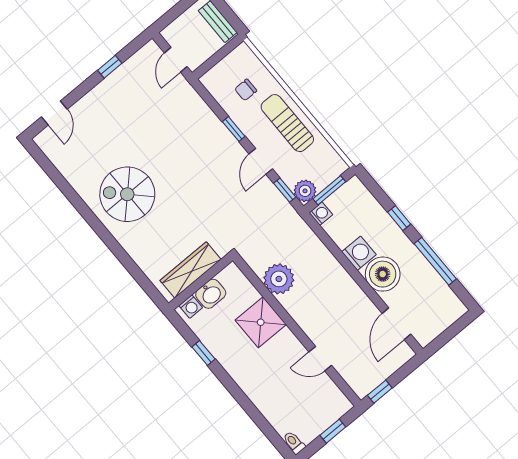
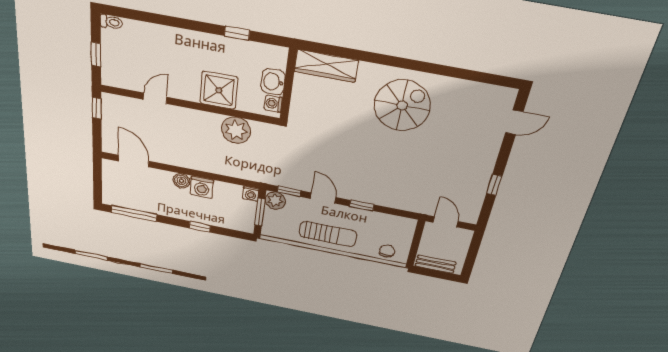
chair: (246, 90) -> (387, 251), moved
door: (54, 113) -> (514, 122), swing flipped
window: (435, 261) -> (134, 214), moved
wardrobe: (190, 270) -> (326, 66), moved, turned 90
boiler: (383, 274) -> (181, 181), width x0.54, depth x0.54
washing machine: (191, 307) -> (273, 104), moved

